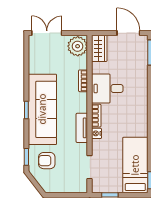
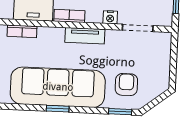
nightstand: (96, 133) -> (110, 17), moved
armchair: (47, 161) -> (126, 85), turned 180

